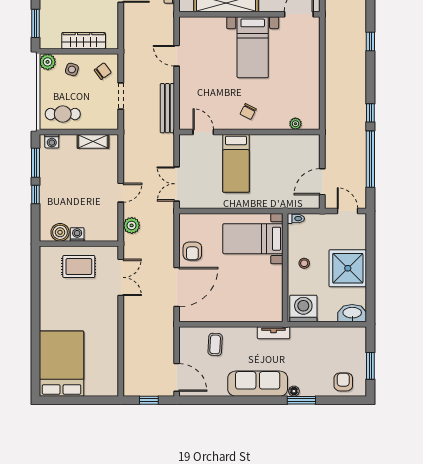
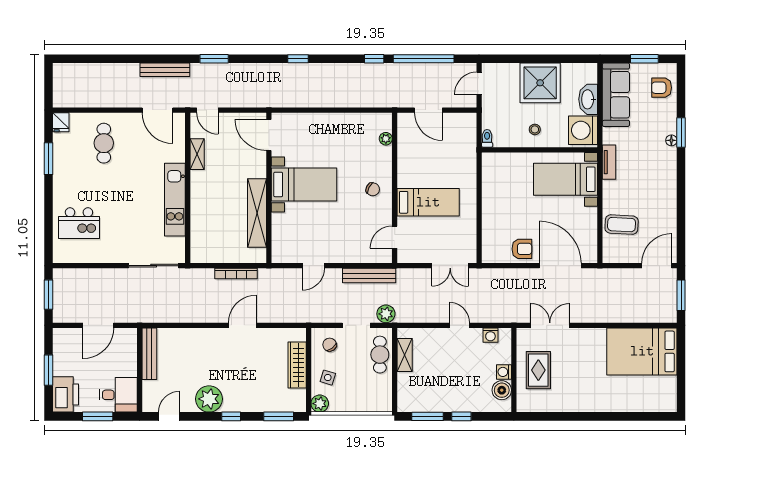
cafe table: (63, 114) -> (380, 355), moved
washing machine: (52, 141) -> (490, 335), moved, turned 90
door: (322, 182) -> (428, 110), moved
plant: (132, 225) -> (386, 314), moved
bed with nightstands: (253, 239) -> (566, 179), moved, turned 90
washbasin: (352, 313) -> (588, 99), moved
coffee table: (215, 344) -> (622, 225), width x1.36, depth x1.30
bed: (62, 364) -> (642, 351), moved
sofa: (258, 384) -> (616, 95), moved, turned 180
window: (149, 400) -> (681, 295), width x1.50

